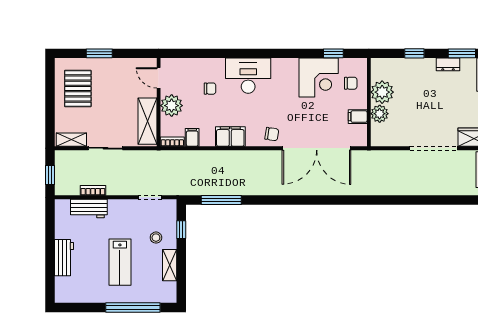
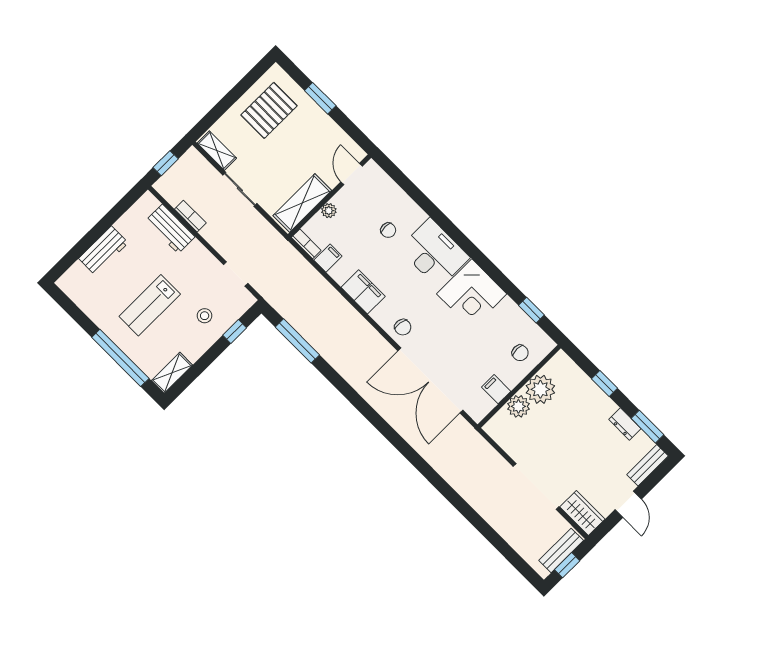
corner desk: (319, 78) -> (472, 294), moved
plant: (172, 106) -> (329, 211), width x0.53, depth x0.53
shelving: (170, 265) -> (172, 373), moved

